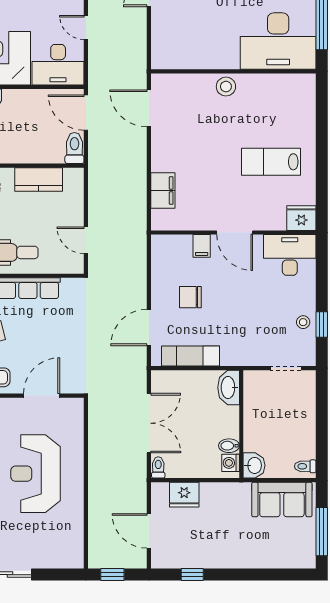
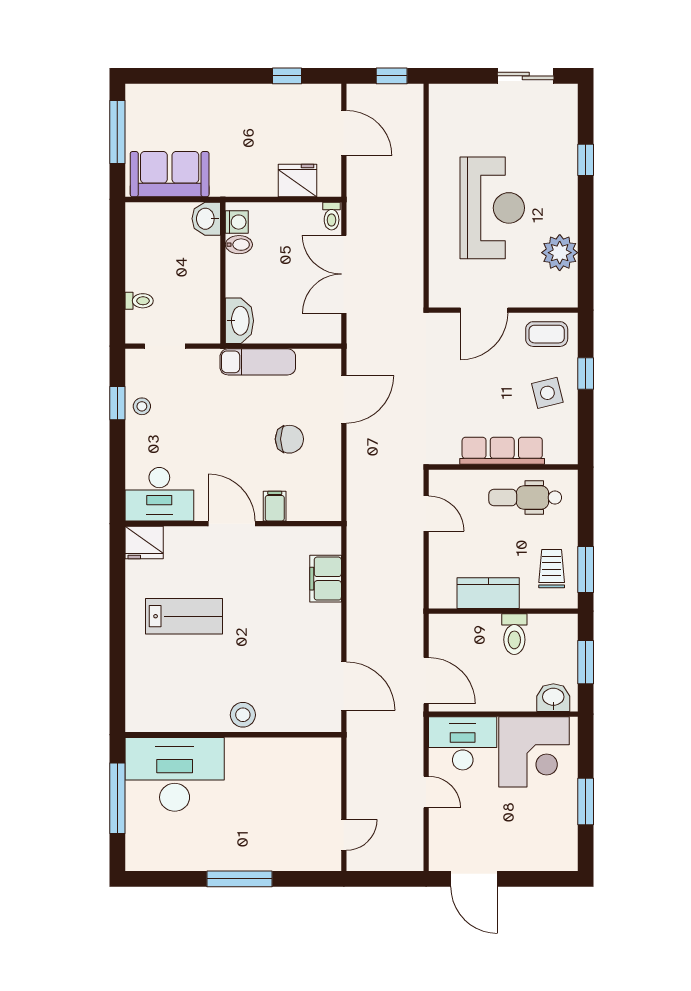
toilet: (74, 148) -> (514, 634), moved
exam couch: (191, 356) -> (258, 362), moved
toilet: (305, 466) -> (139, 301), moved

